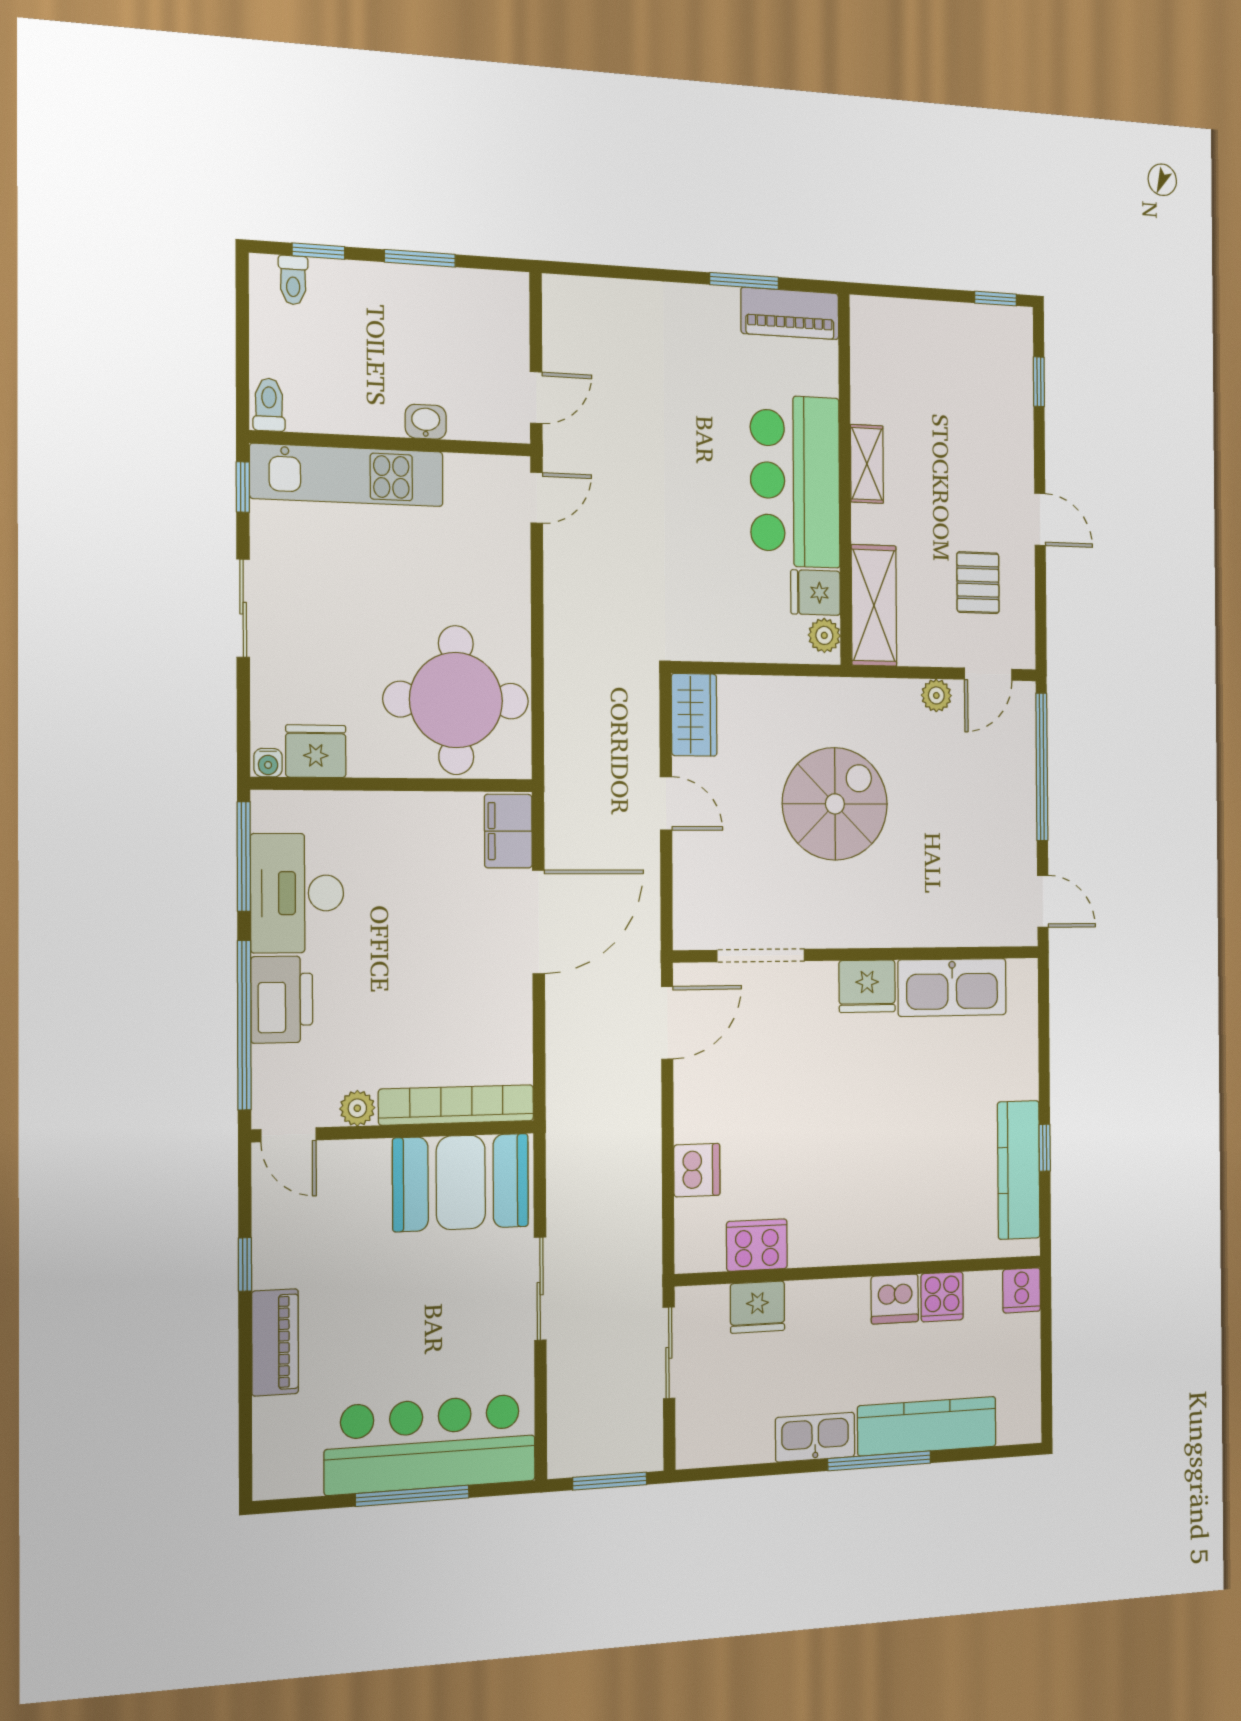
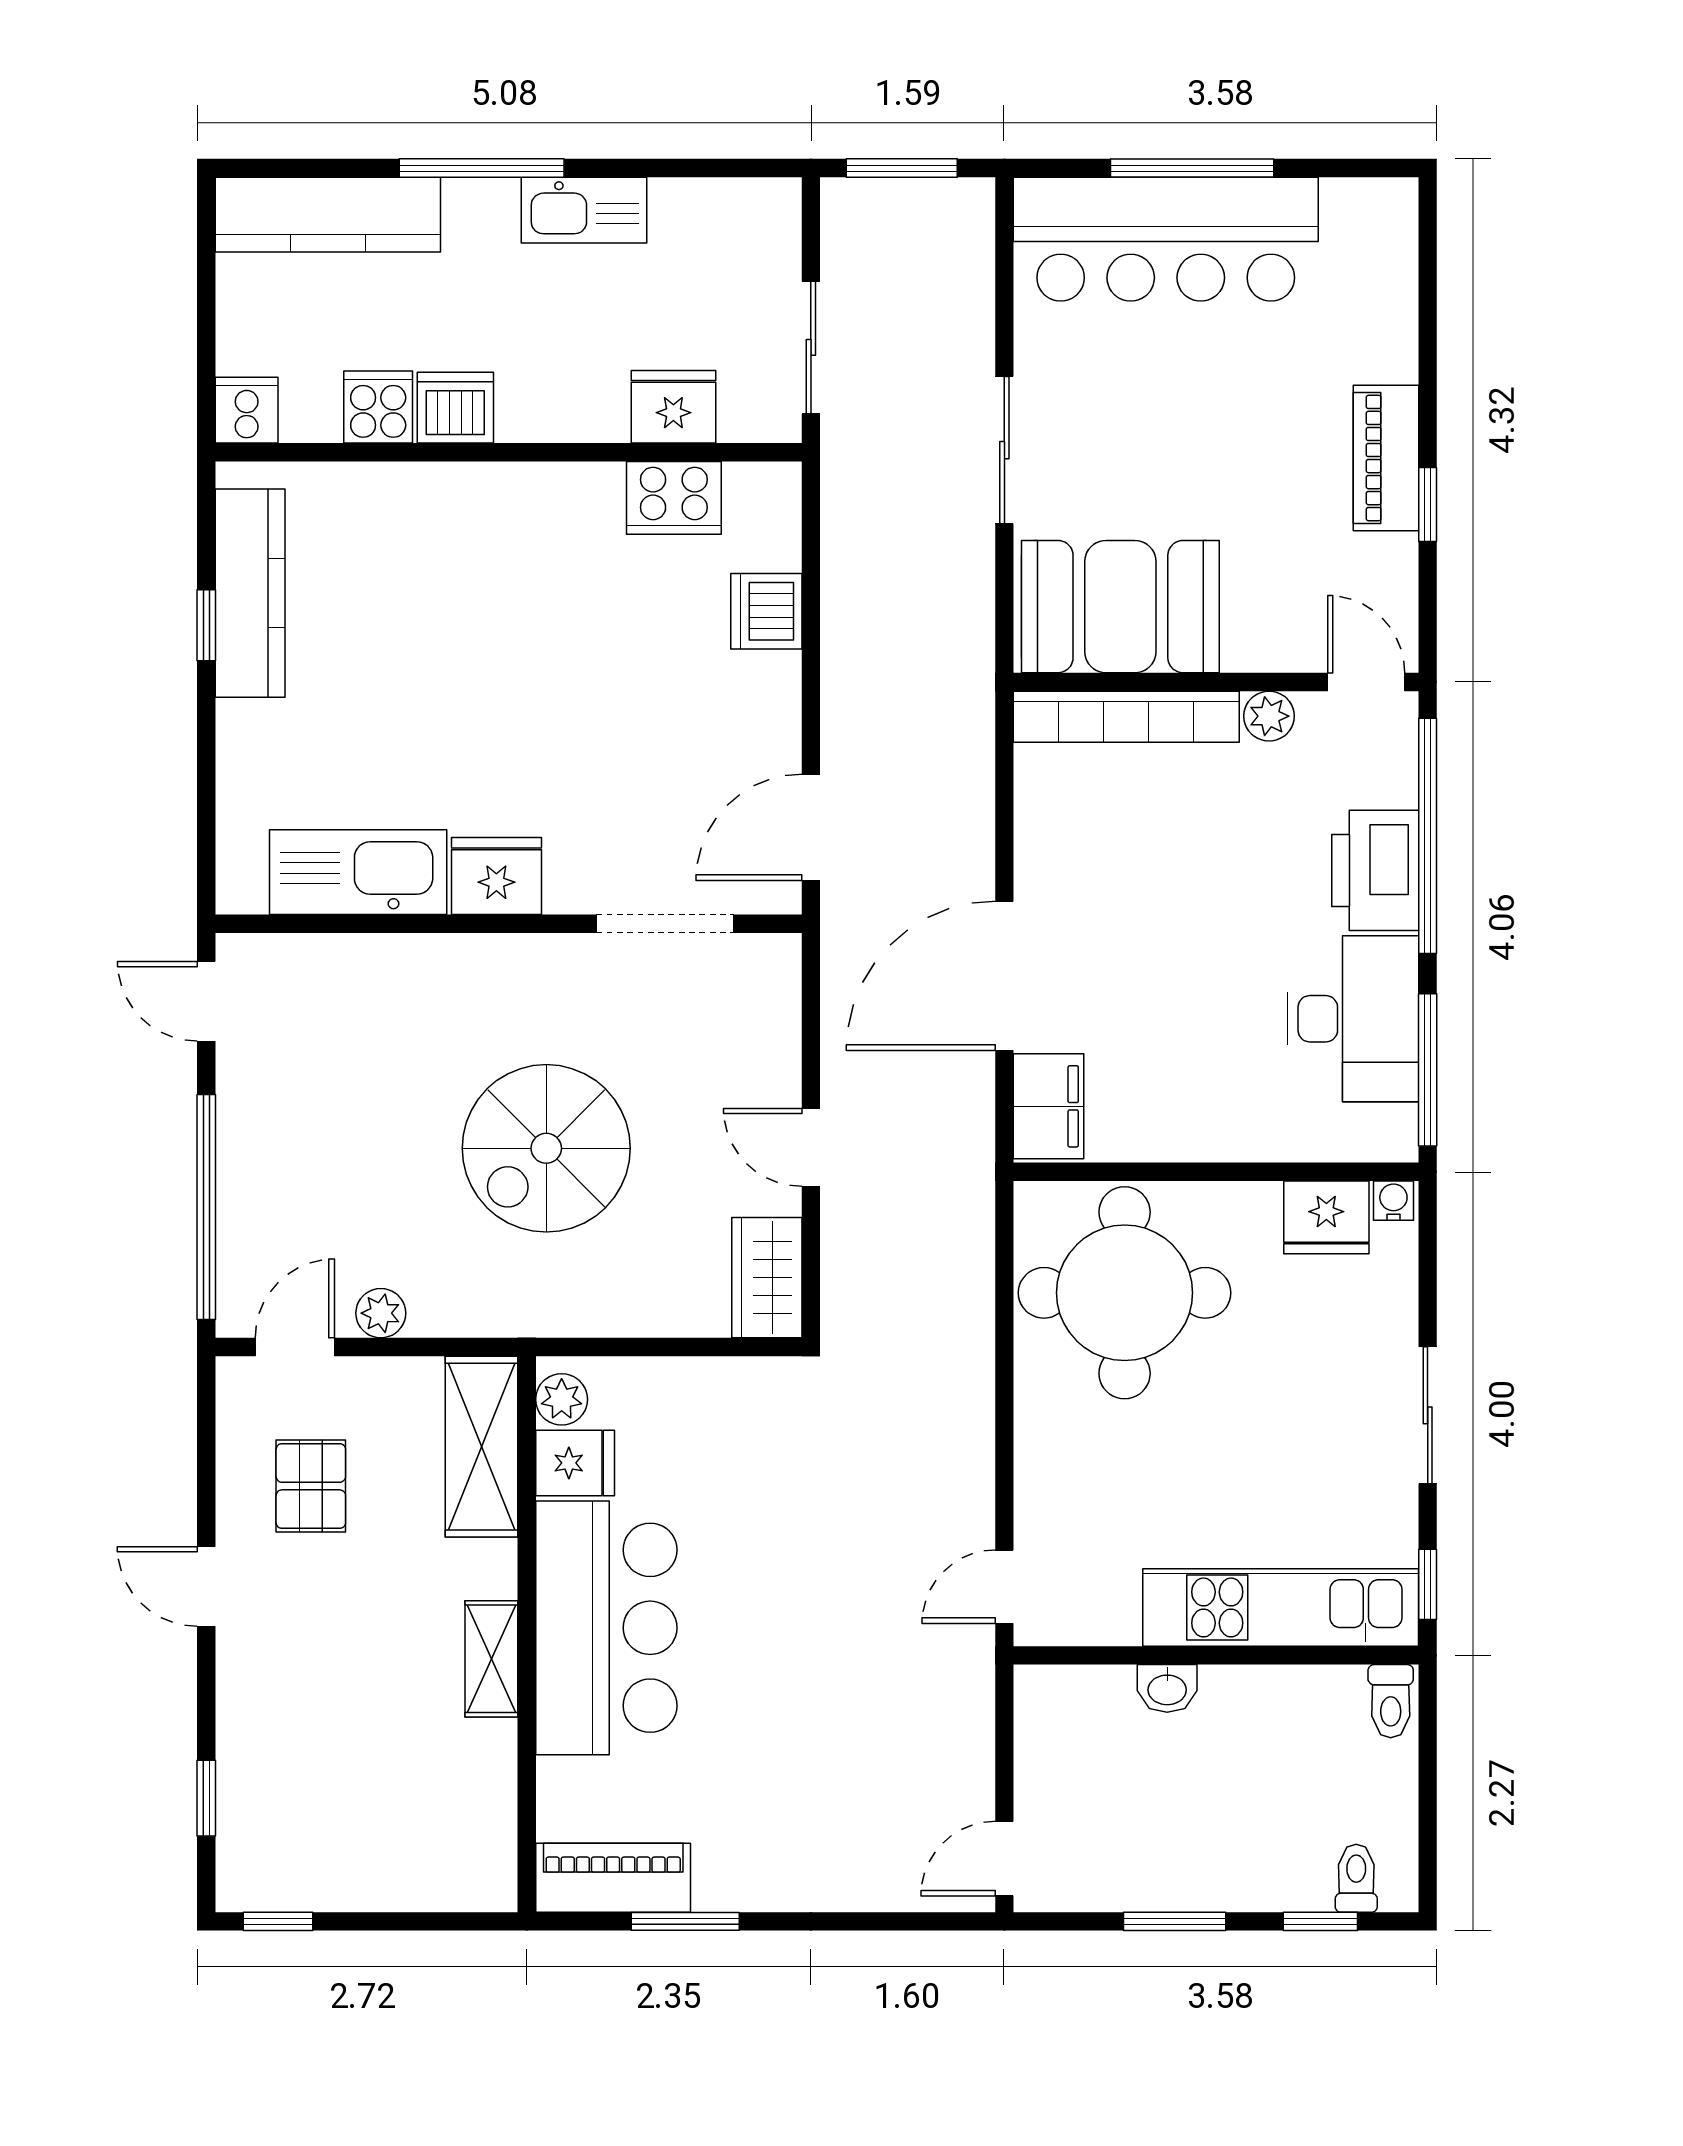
door: (536, 398) -> (1004, 1859), moved
piano: (275, 1342) -> (1386, 458), moved
kitchen counter: (927, 1426) -> (328, 215), moved

